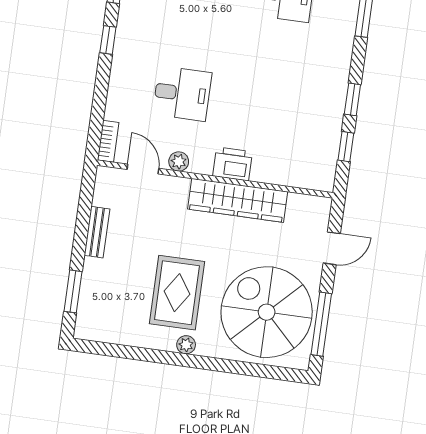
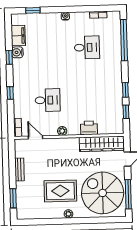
window: (108, 40) -> (10, 93), moved
plant: (179, 162) -> (62, 131), moved
printer: (232, 164) -> (89, 128), moved
wardrobe: (238, 200) -> (102, 144), moved
rug: (177, 293) -> (60, 191), turned 90

